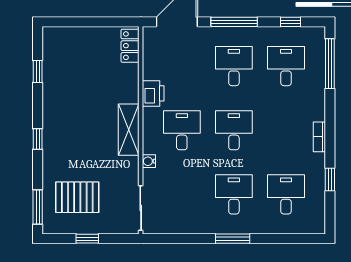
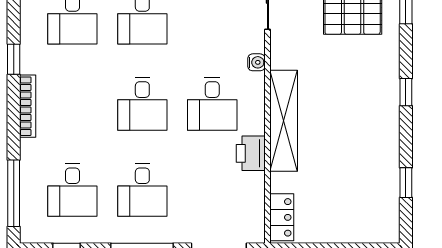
shelving: (129, 130) -> (284, 121), width x1.47
bookcase: (319, 137) -> (28, 106), width x1.56
window: (330, 180) -> (14, 59), moved

